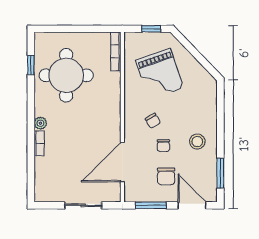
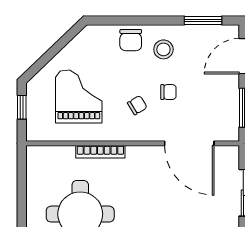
bookcase: (116, 51) -> (100, 152), moved
grand piano: (160, 74) -> (79, 96), turned -71
chair: (166, 176) -> (131, 40), moved, turned 90

